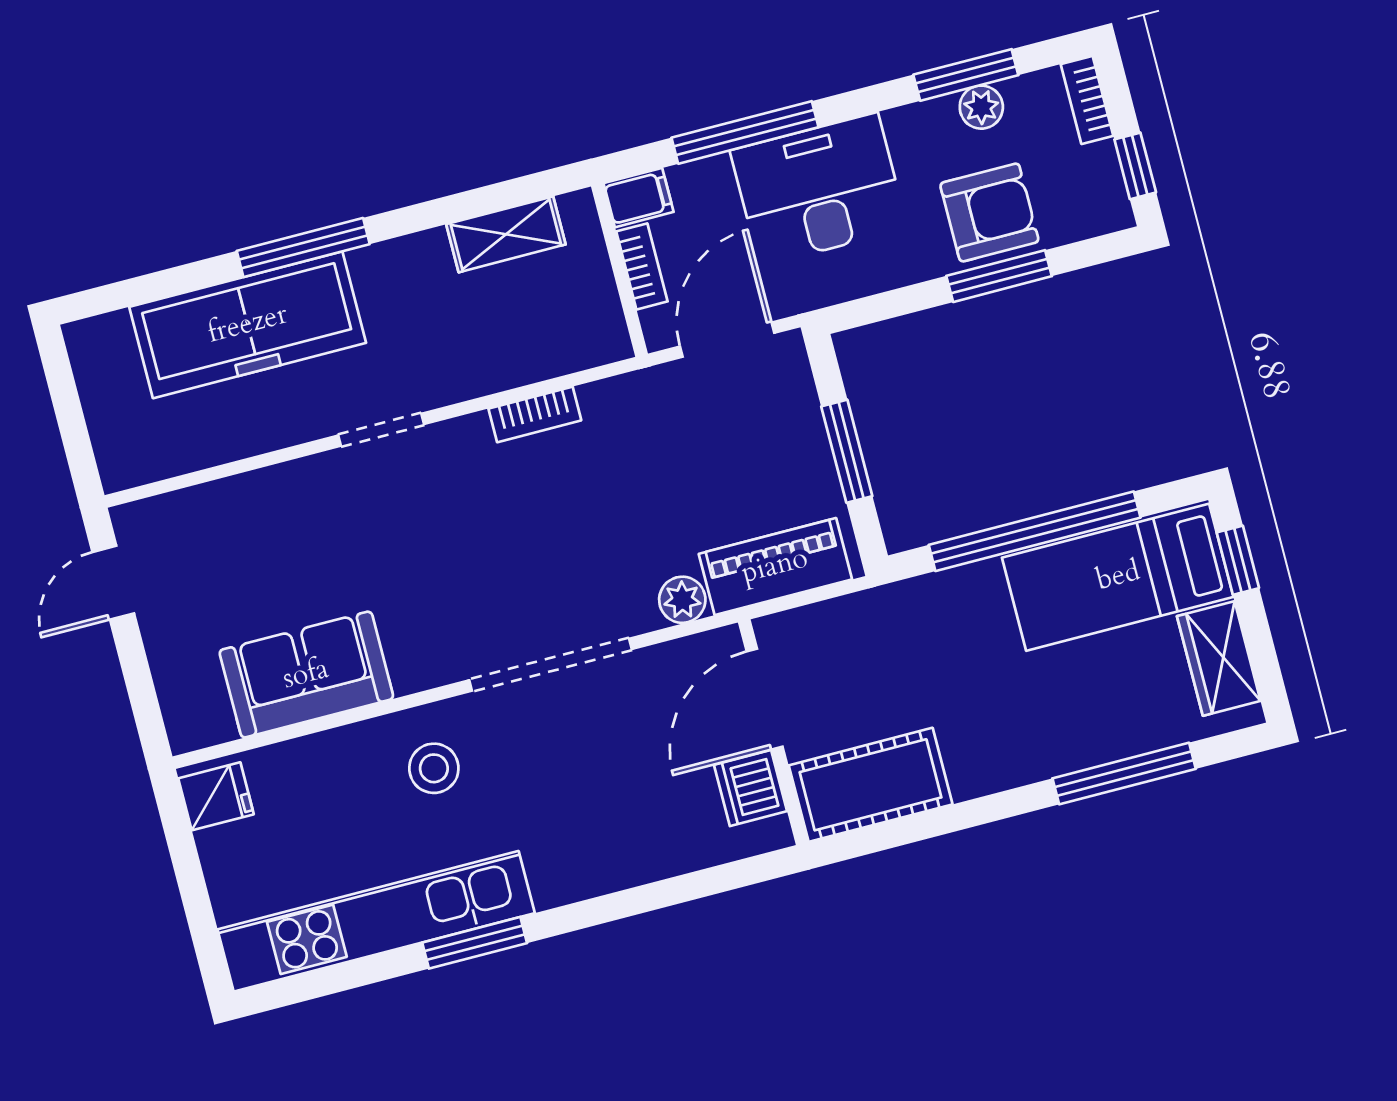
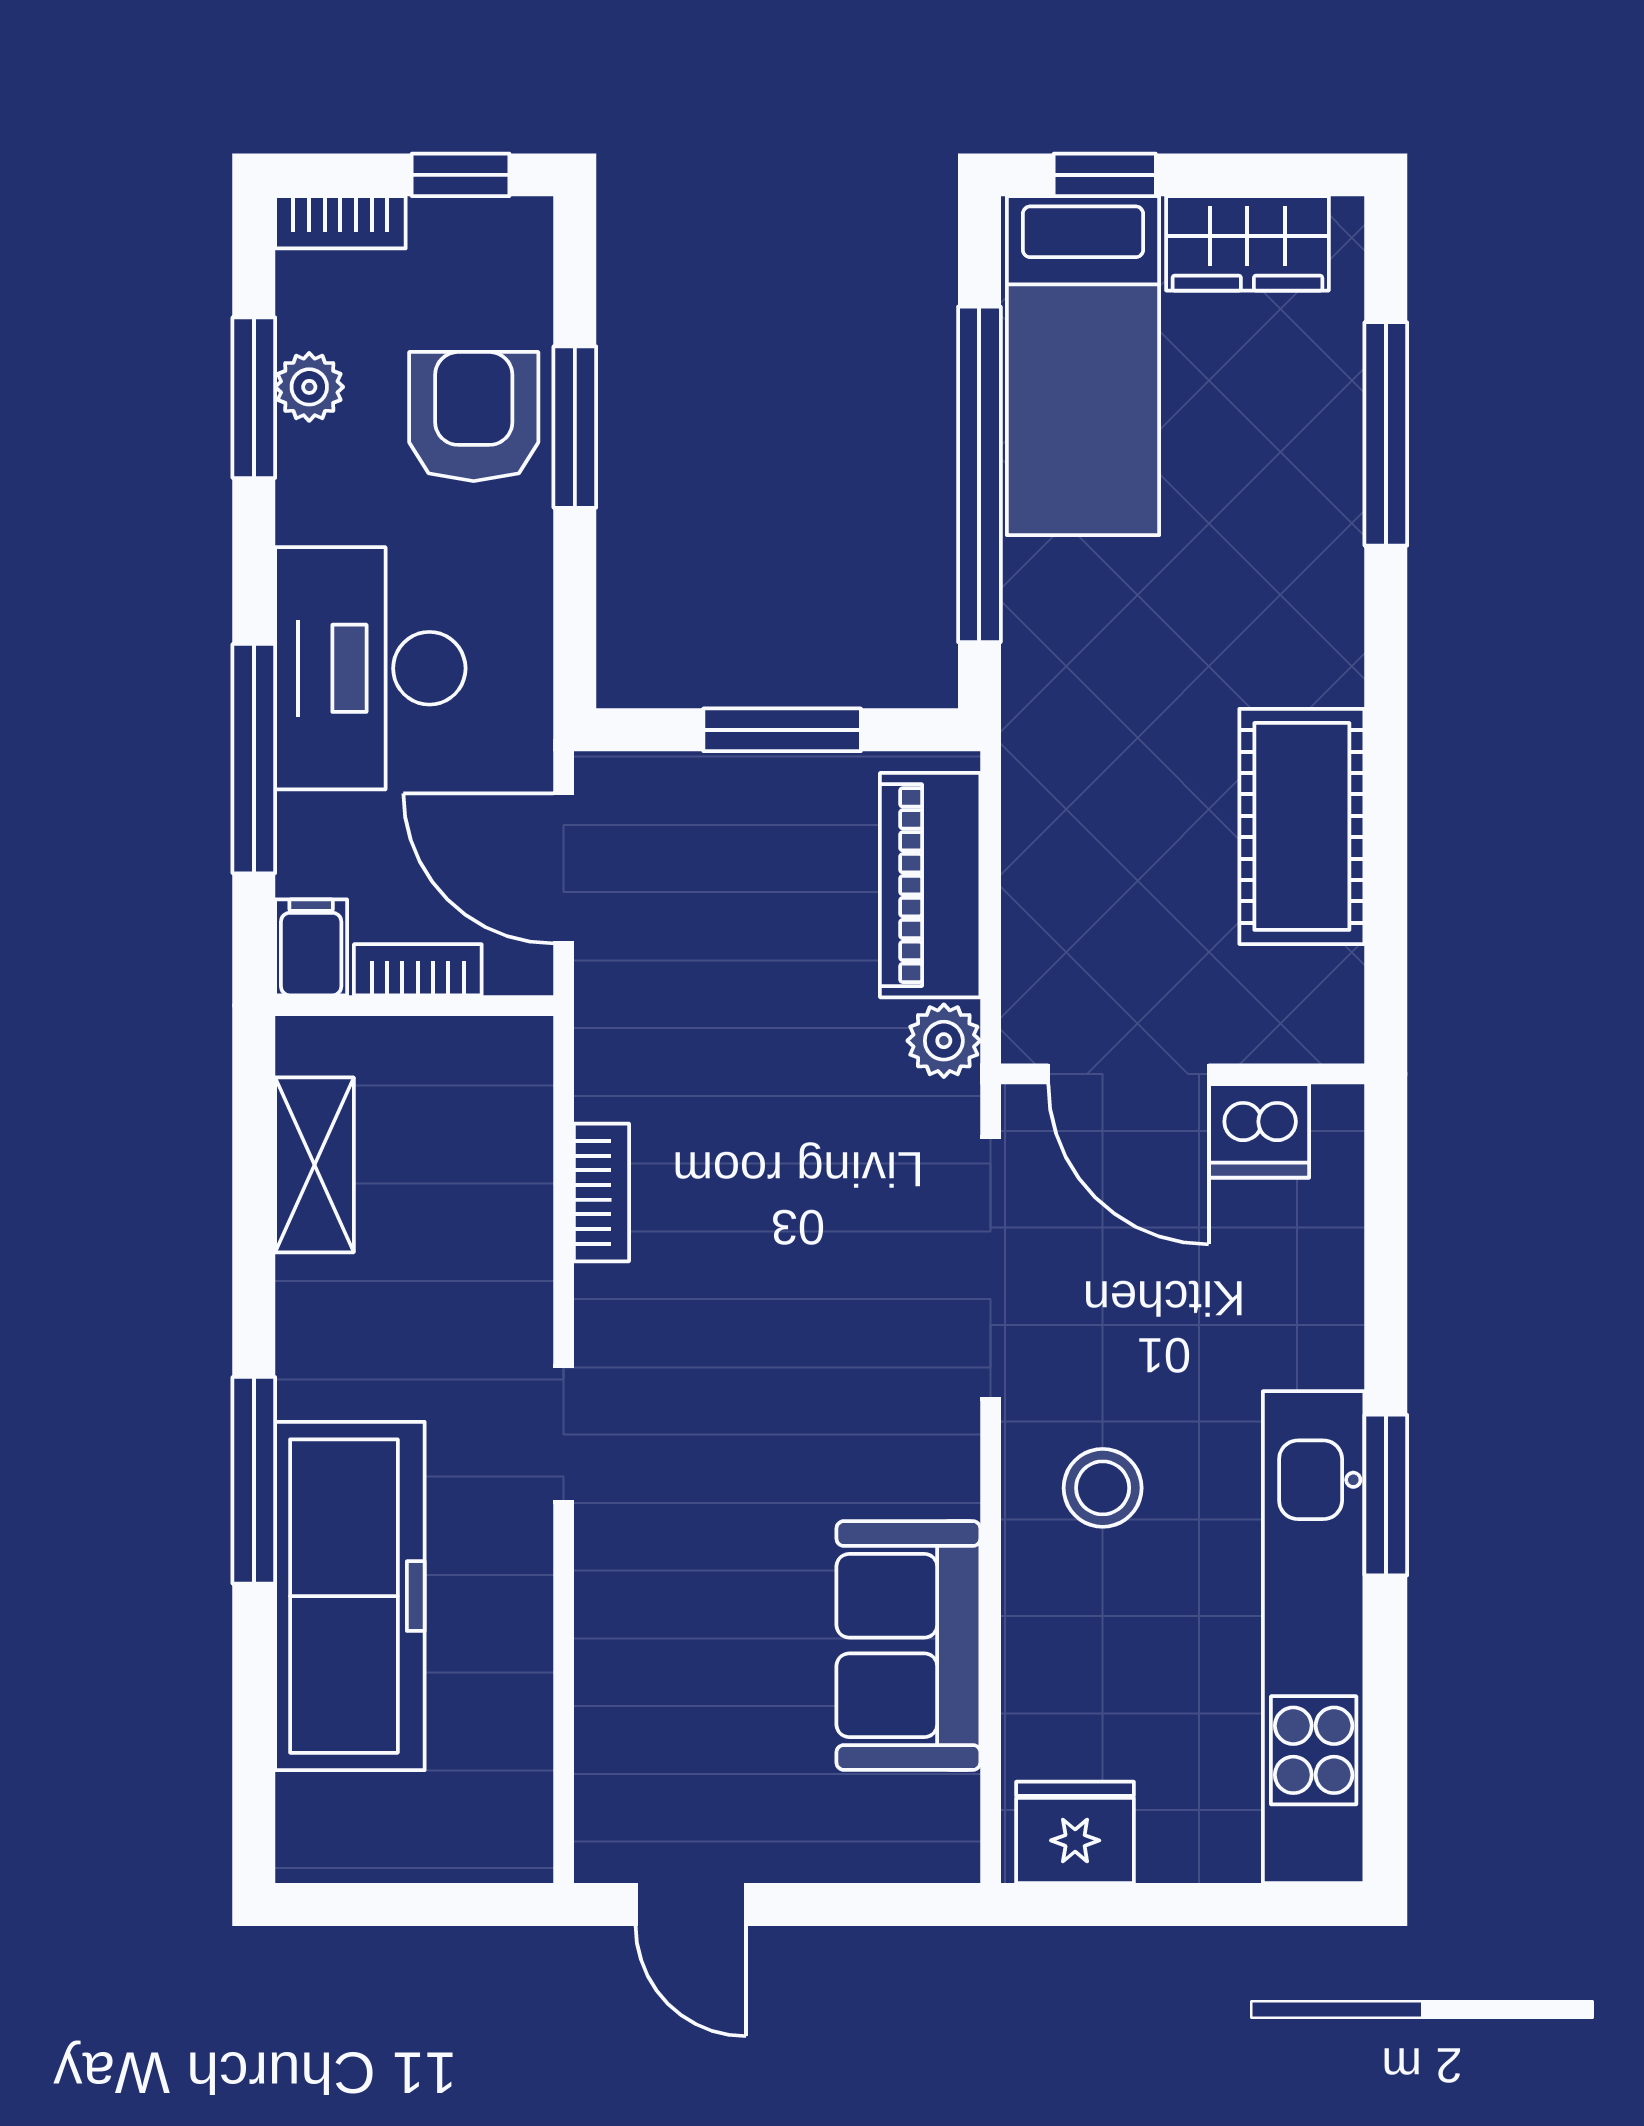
door: (765, 699) -> (1128, 1074), moved
wall: (773, 732) -> (1183, 1074), moved
dishwasher: (750, 788) -> (1259, 1131), moved
fridge: (216, 796) -> (1075, 1832), width x1.38

